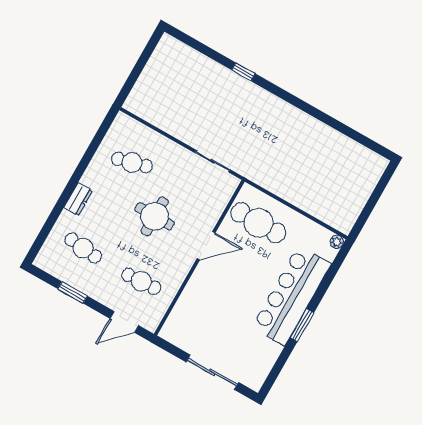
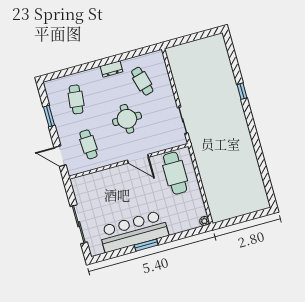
dresser: (78, 199) -> (111, 69), moved
bar counter: (291, 296) -> (134, 231), moved

